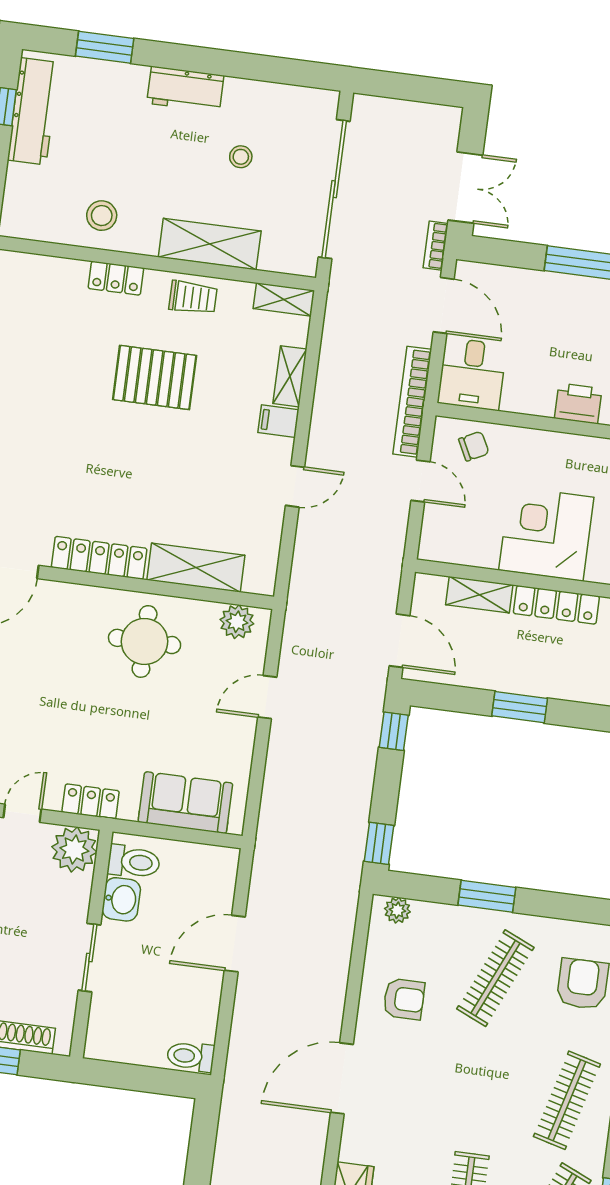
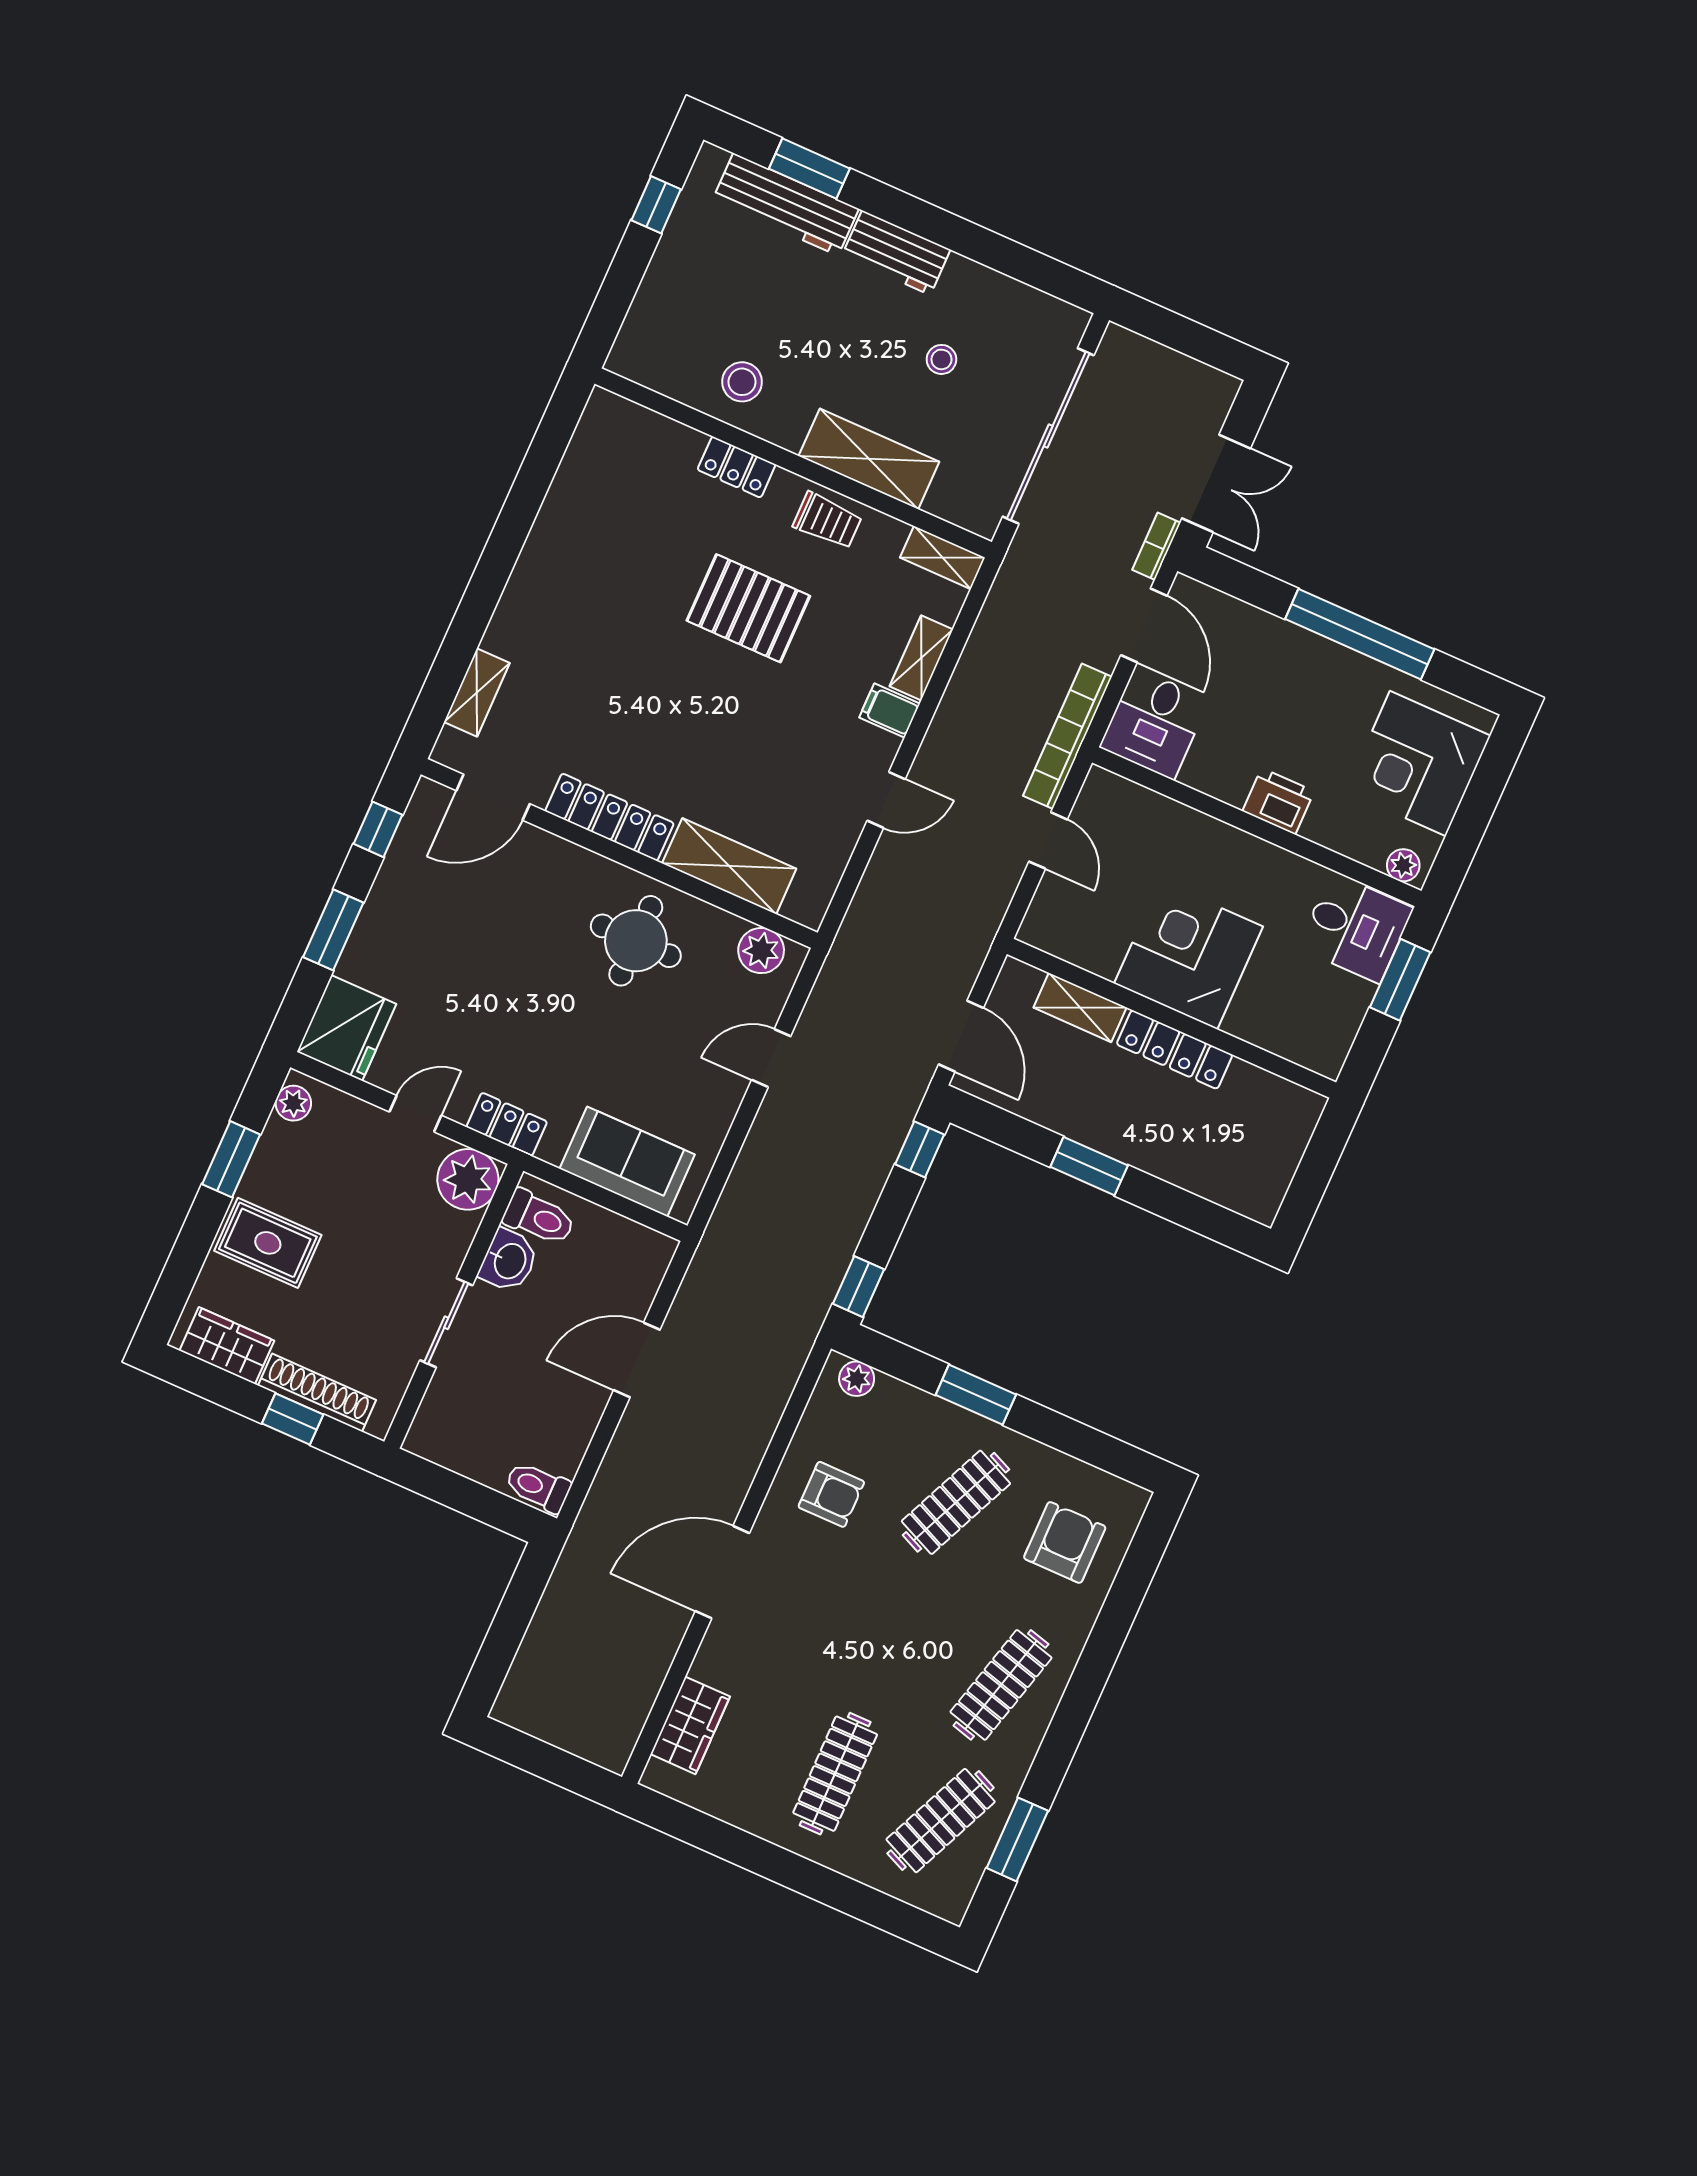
workbench: (33, 111) -> (786, 204), moved, turned 90
chair: (474, 446) -> (1129, 816), removed

